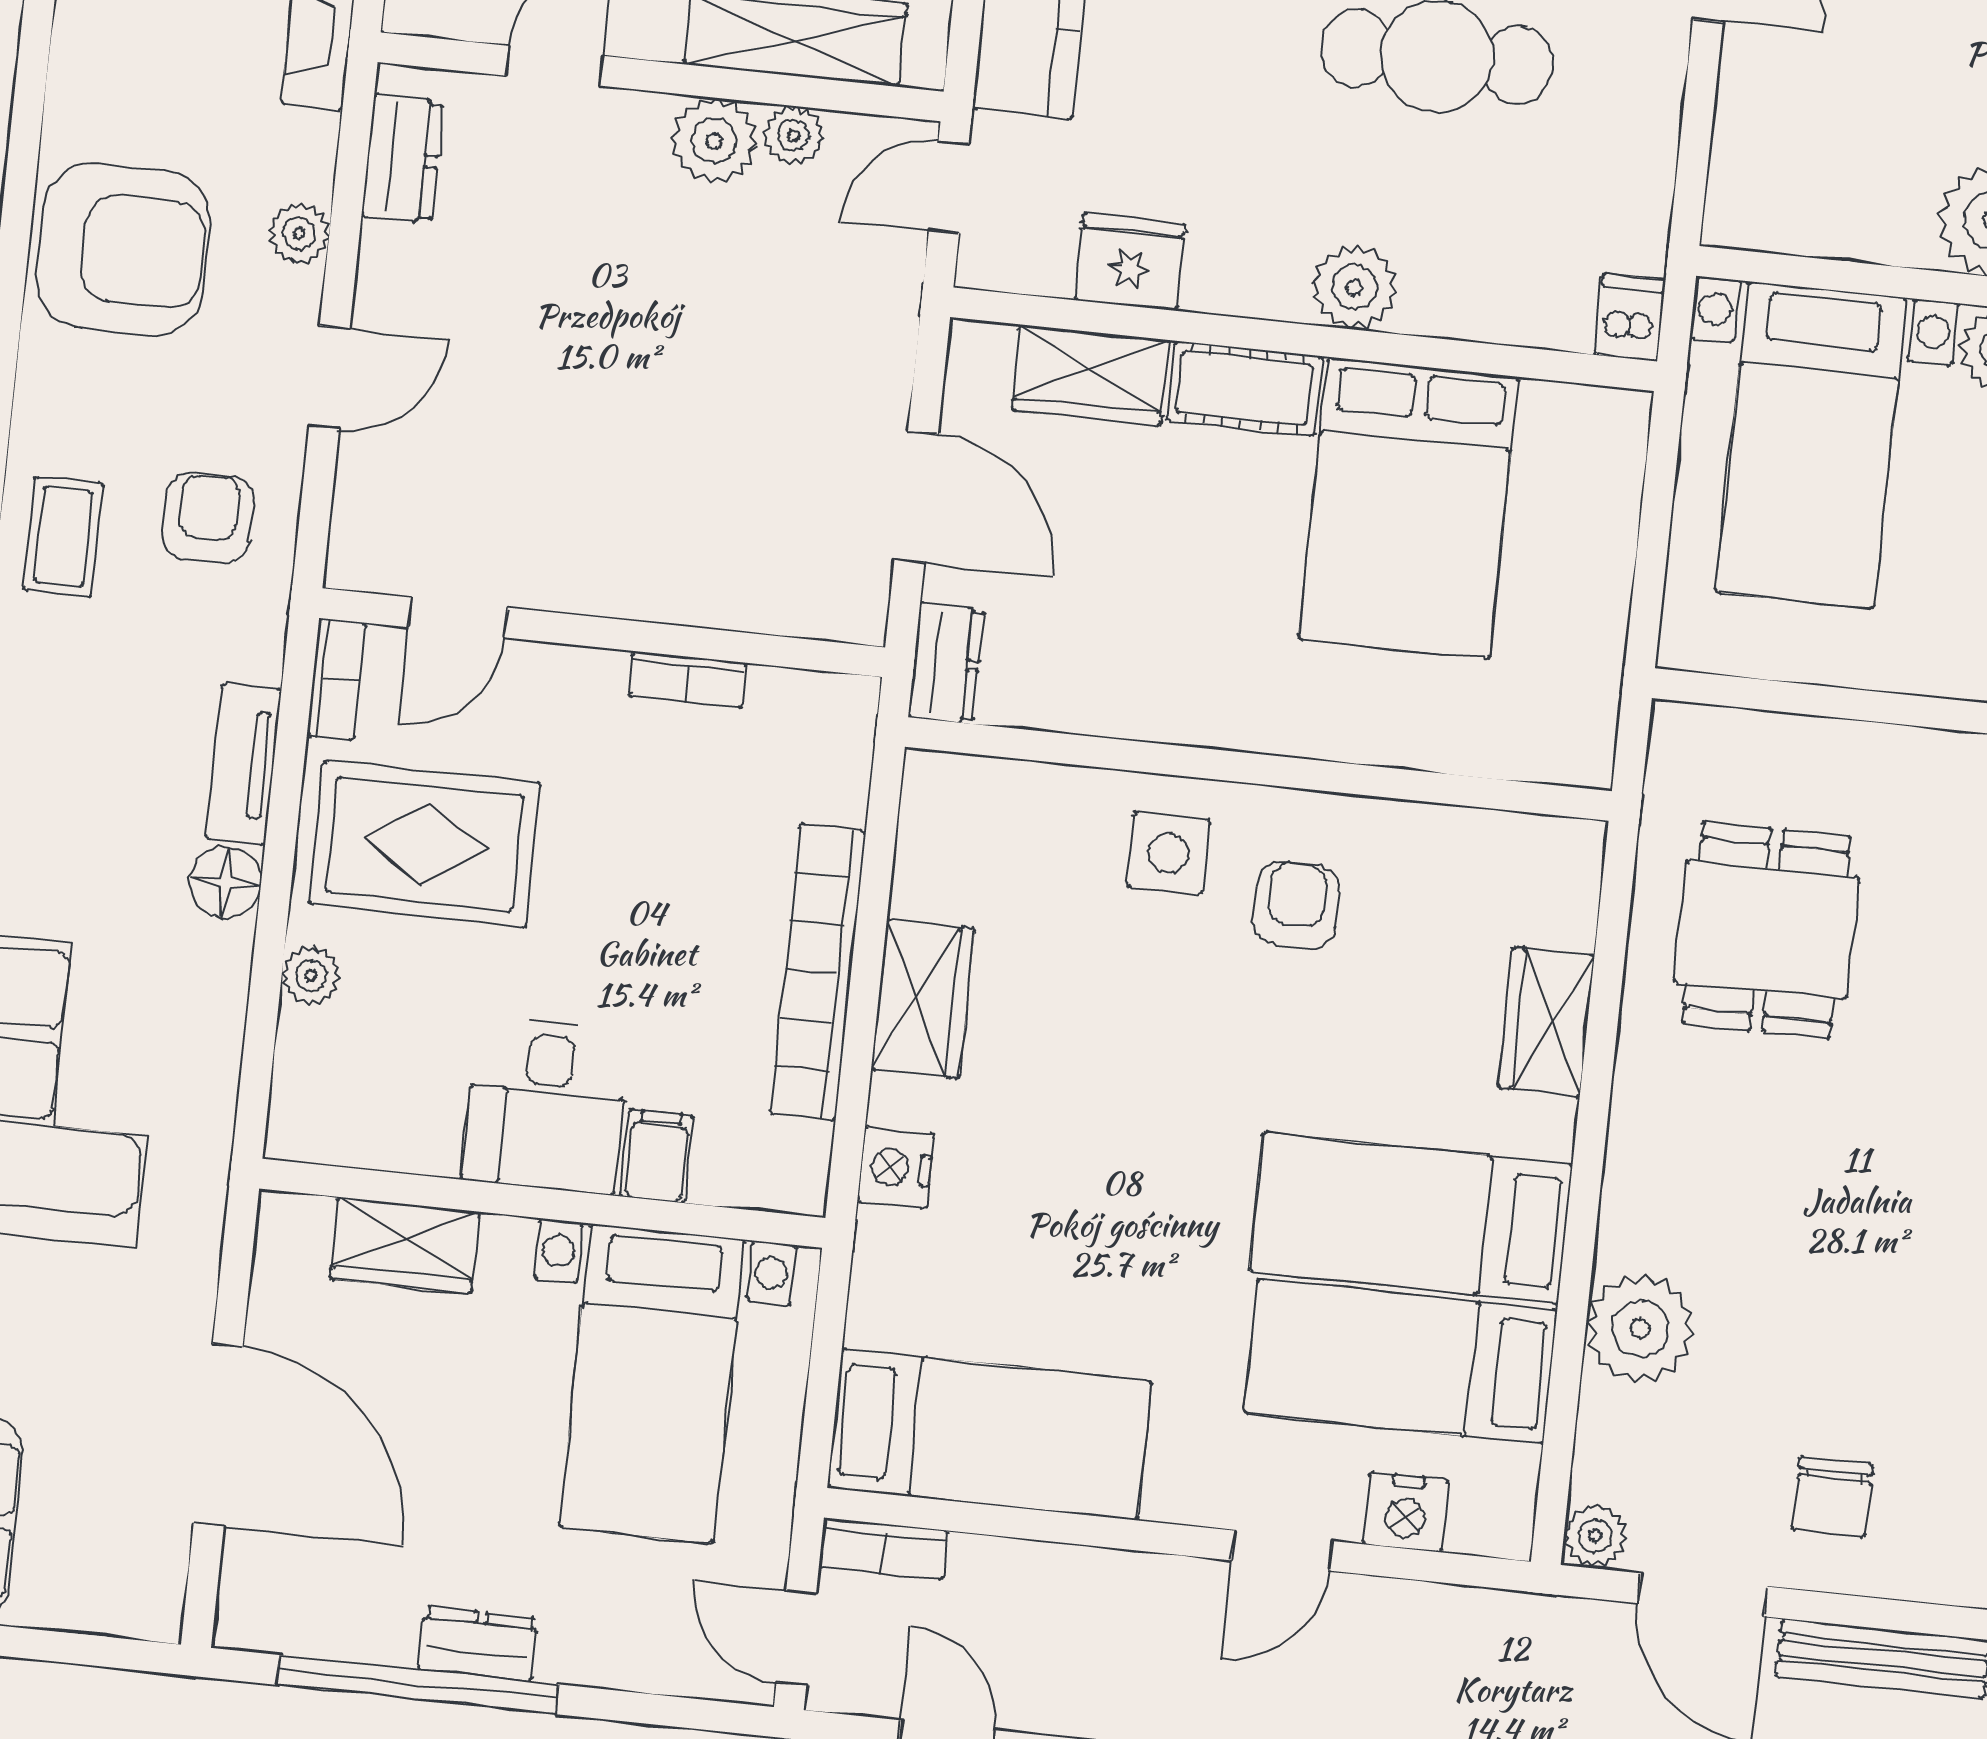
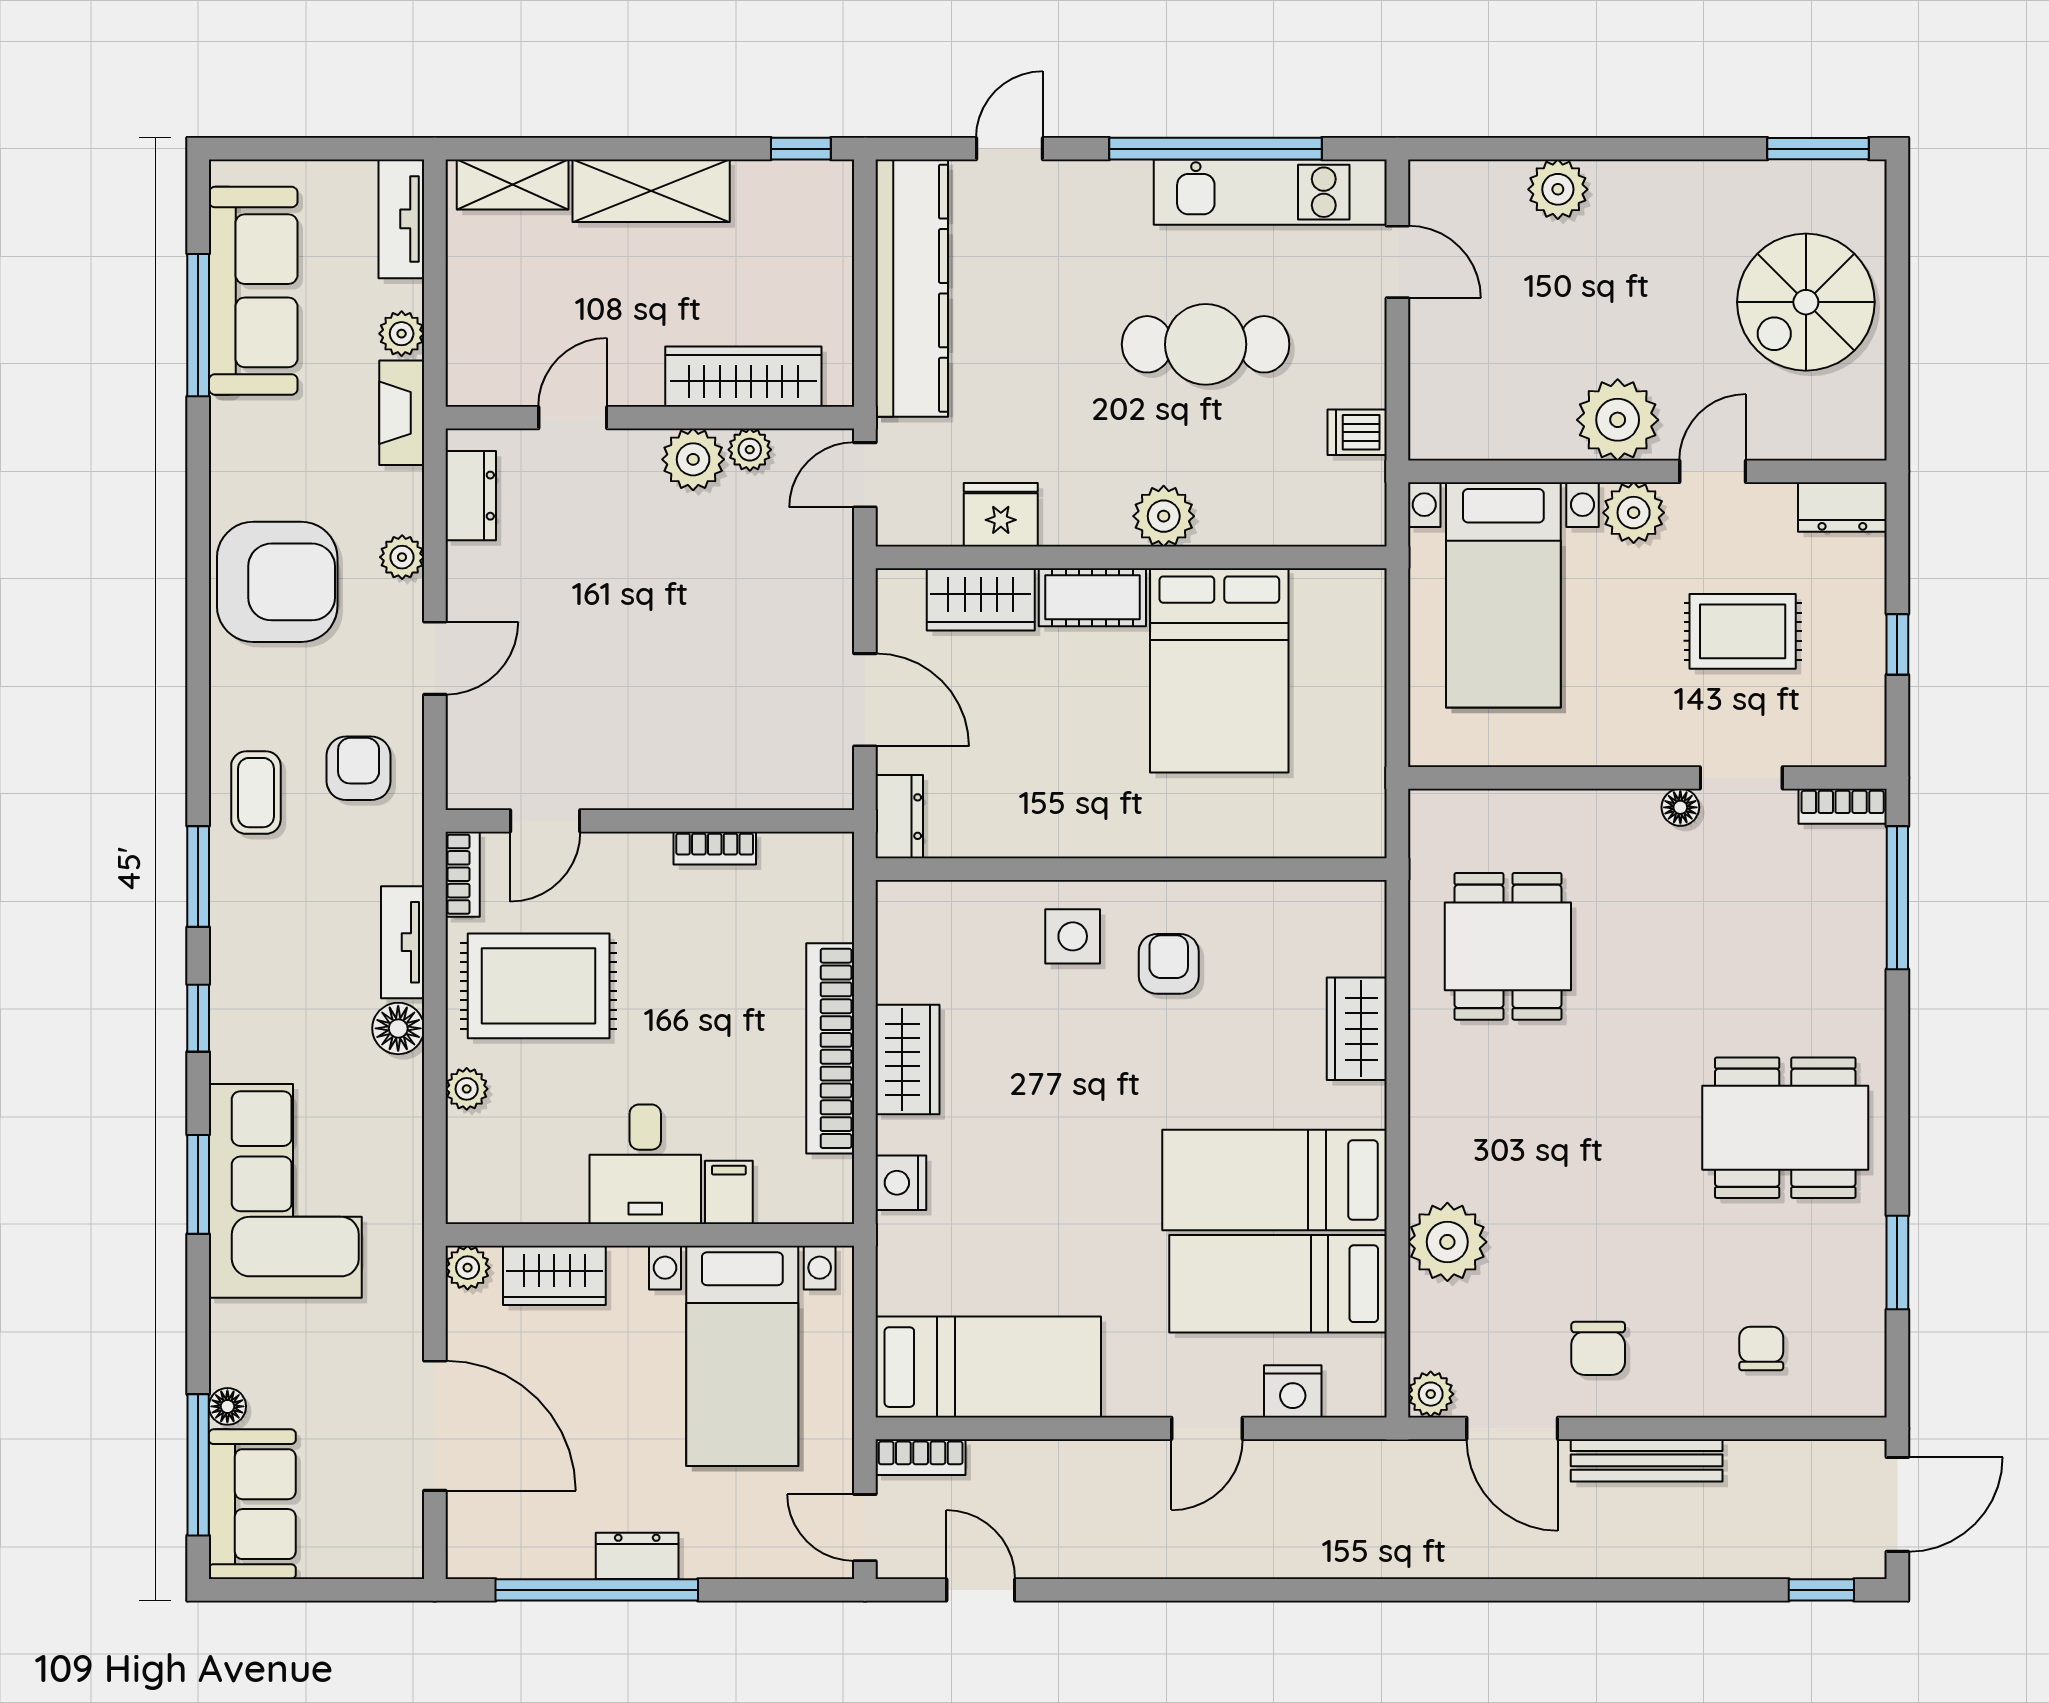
dishwasher: (1630, 317) -> (1357, 432), moved, turned -90
plant: (286, 1222) -> (468, 1268), added

